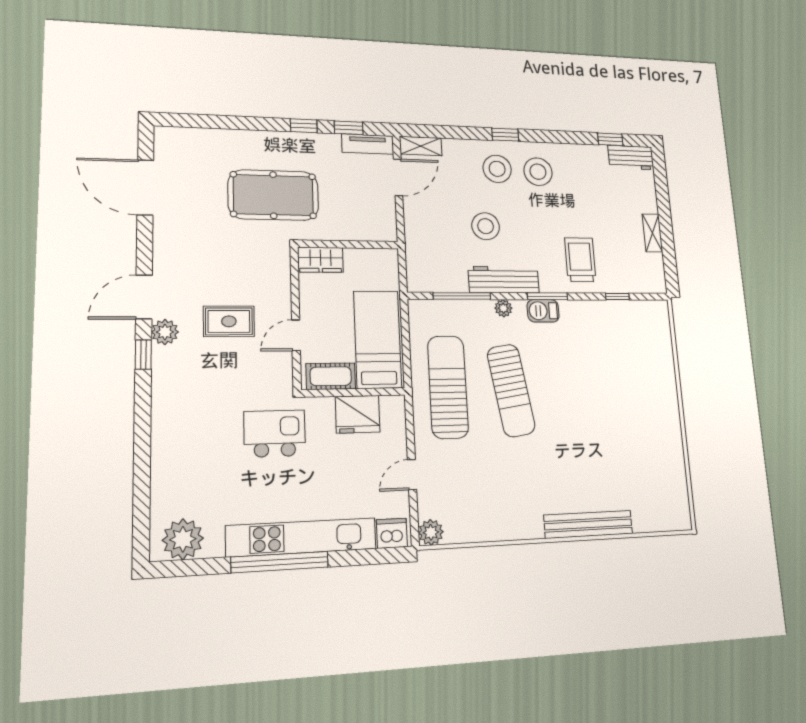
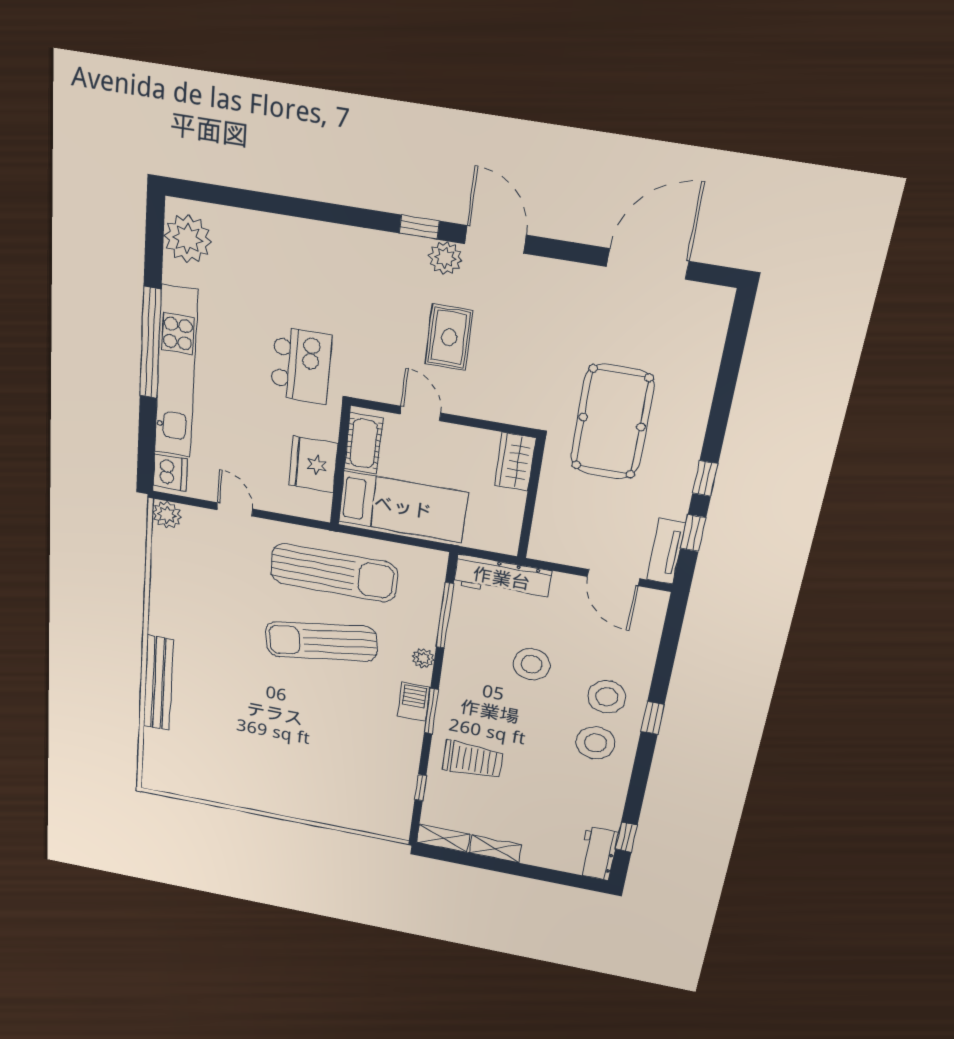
shelving: (421, 146) -> (443, 838), moved, turned 90
workbench: (504, 280) -> (502, 578), moved, turned 90

